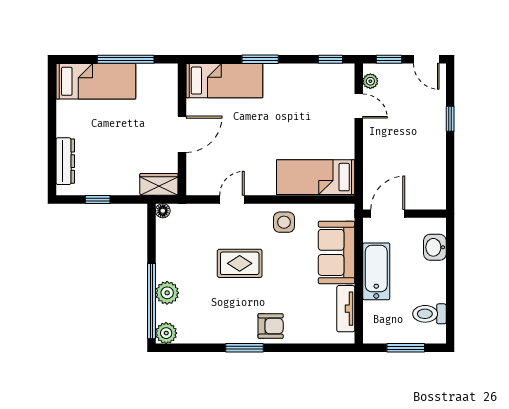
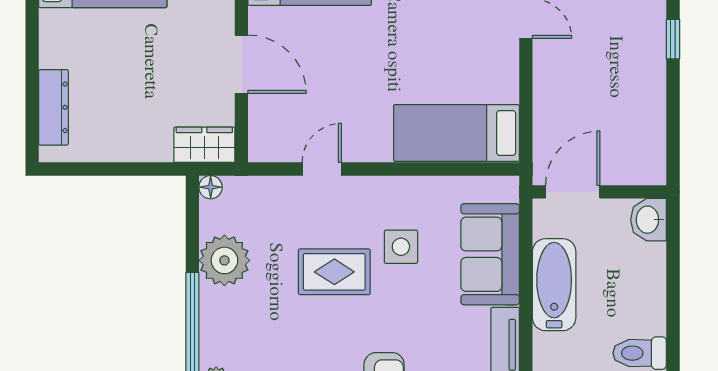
door: (182, 134) -> (241, 64), hinge flipped
window: (98, 199) -> (106, 169), removed
side table: (284, 222) -> (401, 247), moved
washbasin: (435, 247) -> (648, 220), moved
plant: (167, 293) -> (224, 260), moved, width x1.36, depth x1.36

